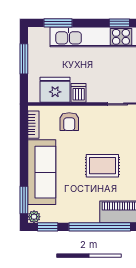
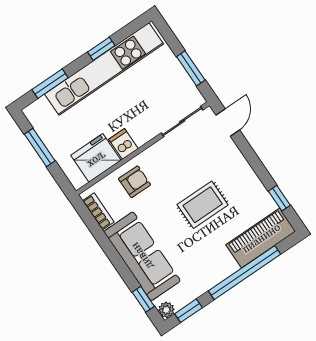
window: (119, 23) -> (101, 49), moved
armchair: (69, 122) -> (135, 182), turned -90
window: (24, 200) -> (143, 299), width x0.67

